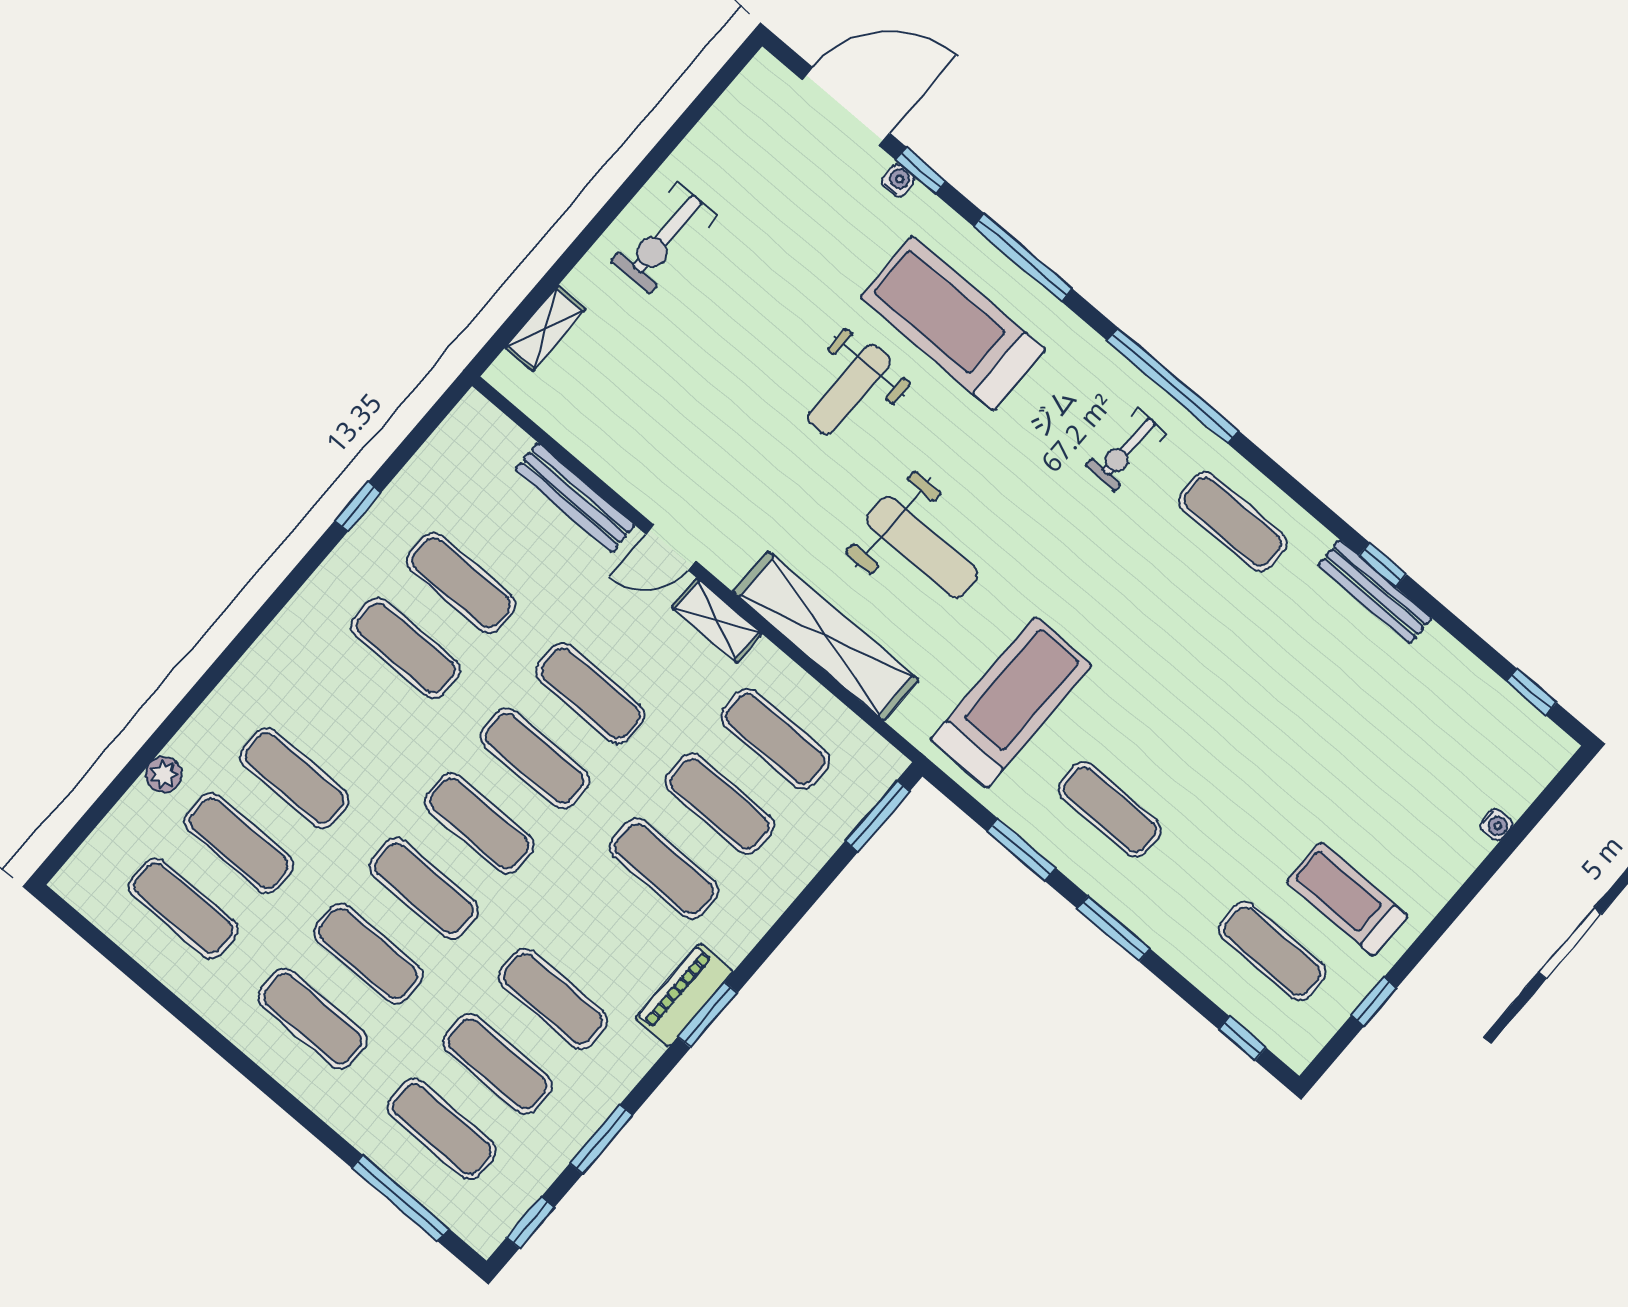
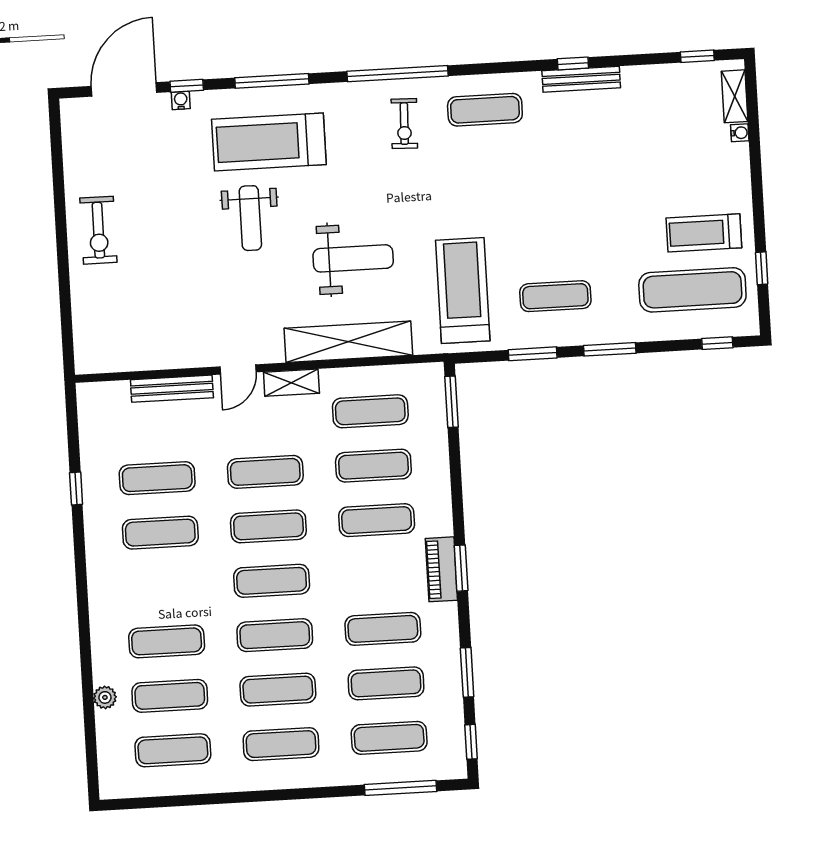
shelving: (545, 329) -> (735, 96), moved
exercise mat: (1272, 951) -> (692, 290), width x1.36, depth x1.45

